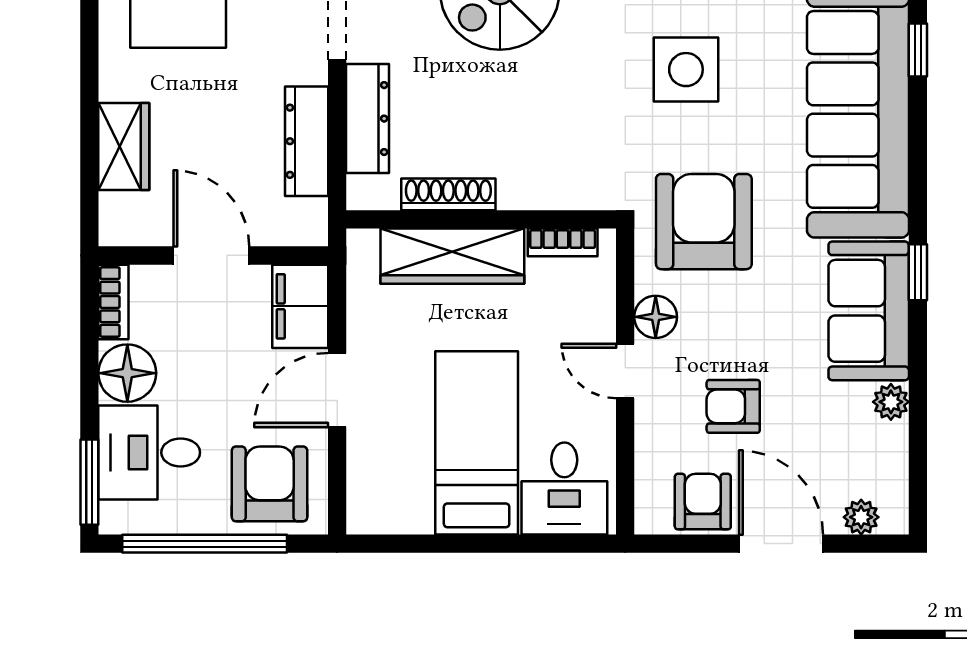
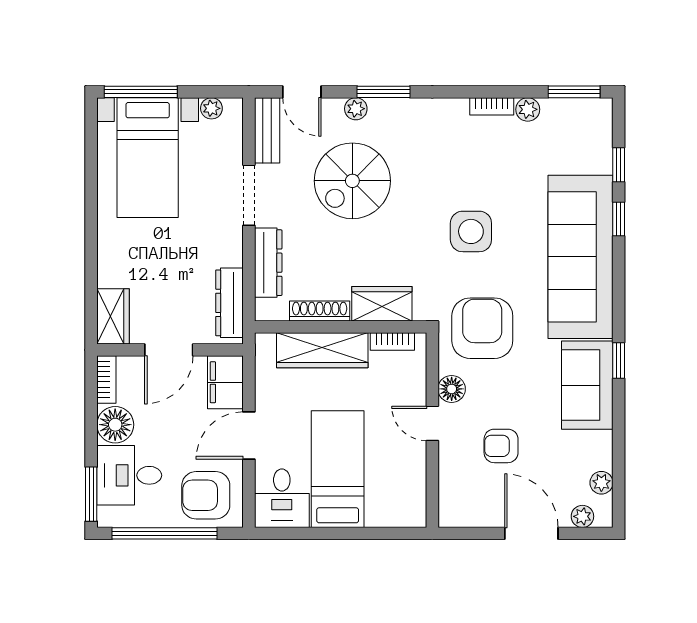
dresser: (307, 141) -> (229, 303), moved
wardrobe: (124, 147) -> (113, 316), moved
wardrobe: (546, 183) -> (382, 304), added
door: (211, 255) -> (169, 350), swing flipped
plant: (891, 402) -> (601, 483), moved
armchair: (270, 484) -> (206, 495), turned -90
desk: (564, 489) -> (282, 498), moved
armchair: (703, 502) -> (482, 507), removed

